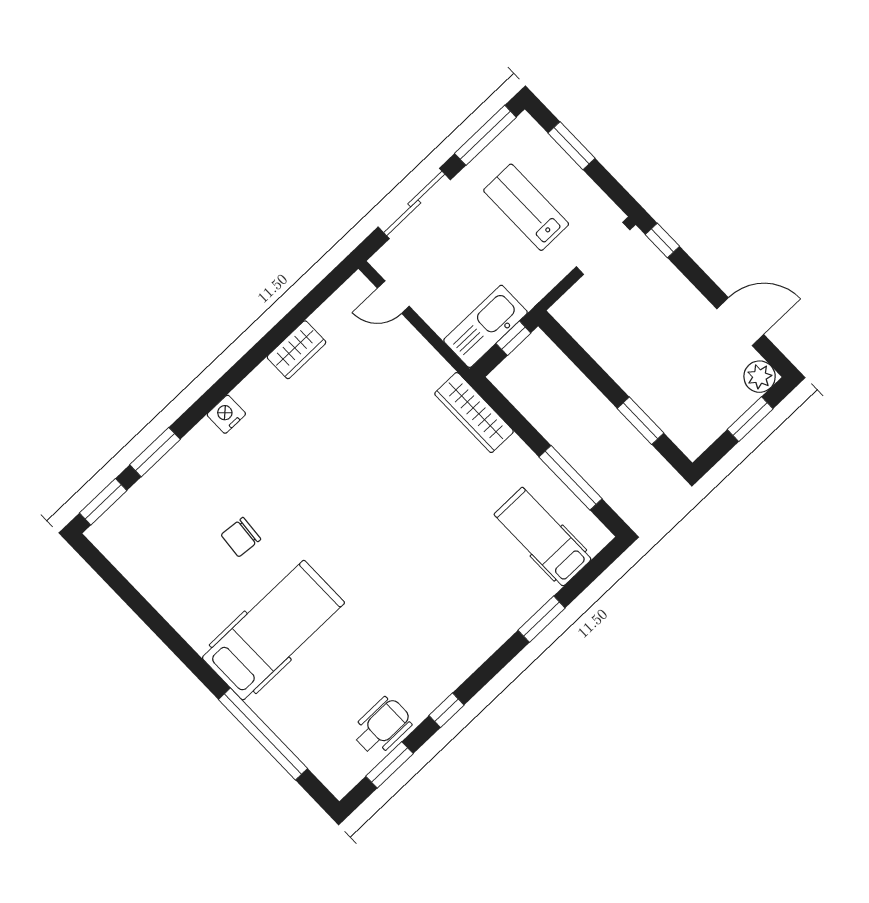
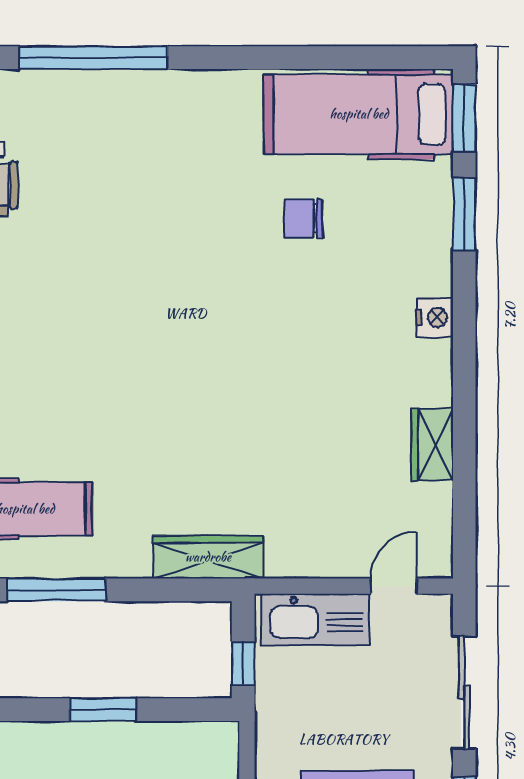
kitchen sink: (485, 326) -> (316, 620), moved, turned 90
window: (640, 421) -> (103, 710), moved
chair: (241, 537) -> (303, 218), turned -95
hospital bed: (273, 630) -> (359, 114), moved, turned 90

